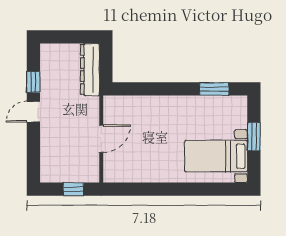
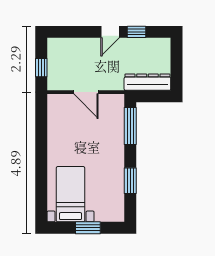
window: (139, 89) -> (130, 126), added
window: (214, 89) -> (130, 181), moved
door: (33, 112) -> (110, 32), swing flipped

